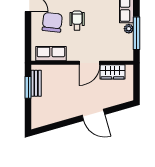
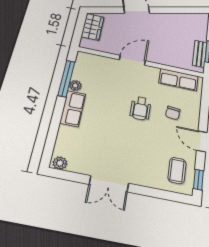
chair: (52, 22) -> (173, 113), width x0.54, depth x0.54
wardrobe: (113, 72) -> (93, 27), moved, turned 90

